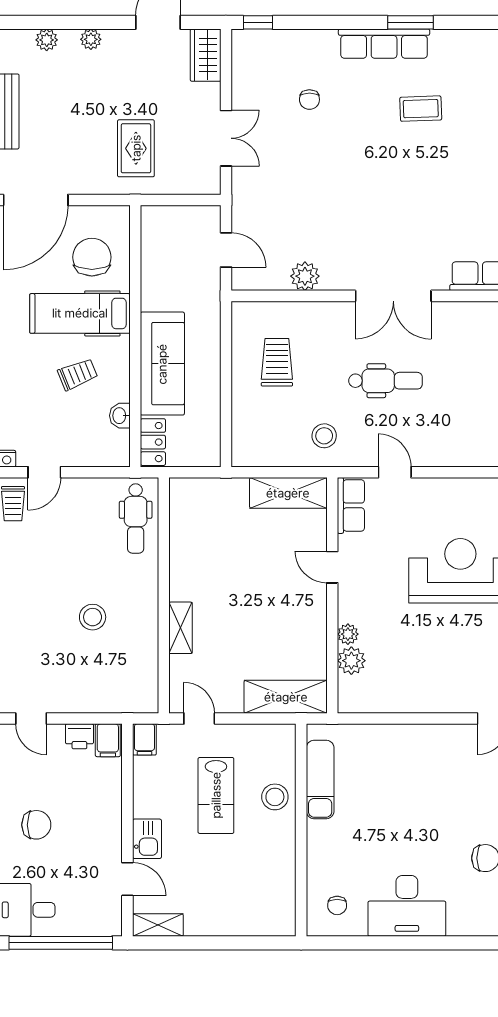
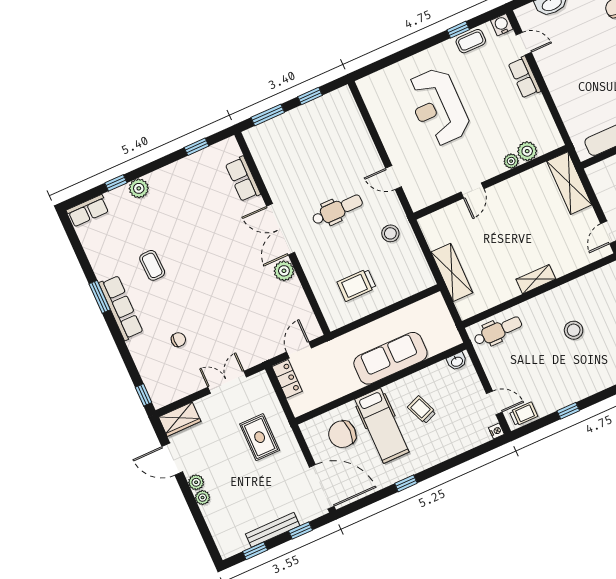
plant: (47, 40) -> (196, 482), moved
rug: (136, 148) -> (260, 437), turned 90
plant: (305, 276) -> (284, 271), moved
double door: (393, 296) -> (281, 229), swing flipped
dental chair: (386, 381) -> (337, 210), turned 90
washbasin: (120, 416) -> (457, 361), moved
locker: (153, 442) -> (287, 379), moved, turned 90
door: (395, 472) -> (393, 178), hinge flipped
shelving: (288, 493) -> (452, 272), moved
row of seats: (351, 505) -> (524, 77), moved, turned -90
shelving: (181, 628) -> (536, 279), moved

